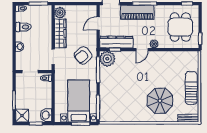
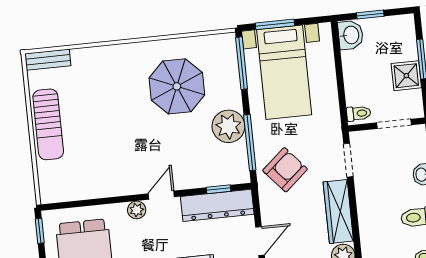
plant: (107, 59) -> (228, 126), moved
parasol: (160, 101) -> (177, 86), moved
shower: (22, 116) -> (406, 76), moved

